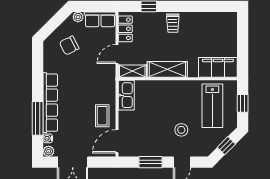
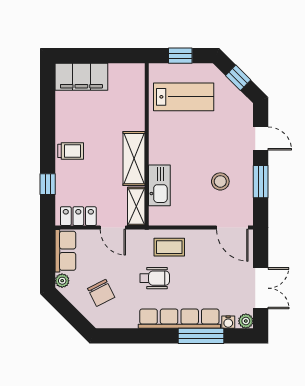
filing cabinet: (218, 67) -> (81, 77), moved, turned -90
wheelchair: (80, 85) -> (155, 278), added
kitchen sink: (126, 95) -> (159, 185), moved, turned 90
coffee table: (102, 116) -> (169, 247), moved
stool: (181, 130) -> (220, 181), moved

